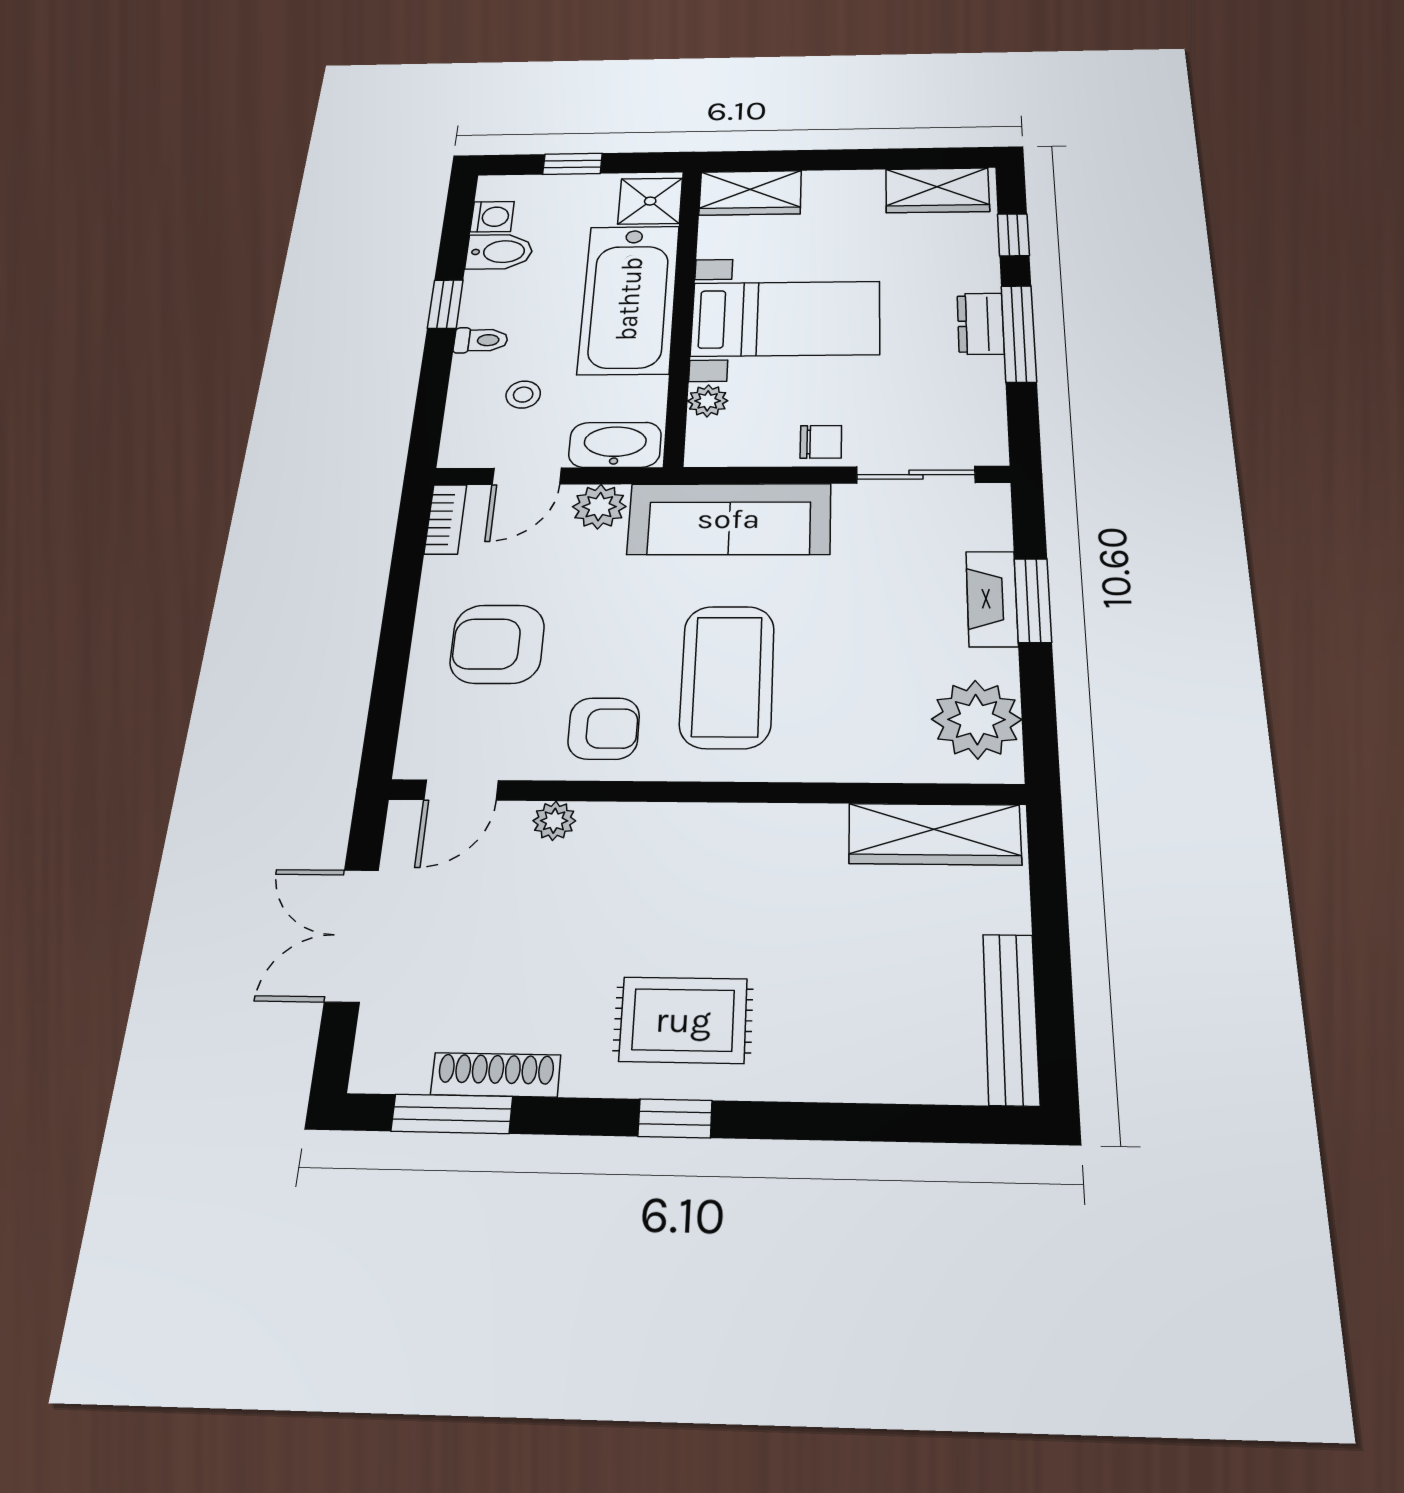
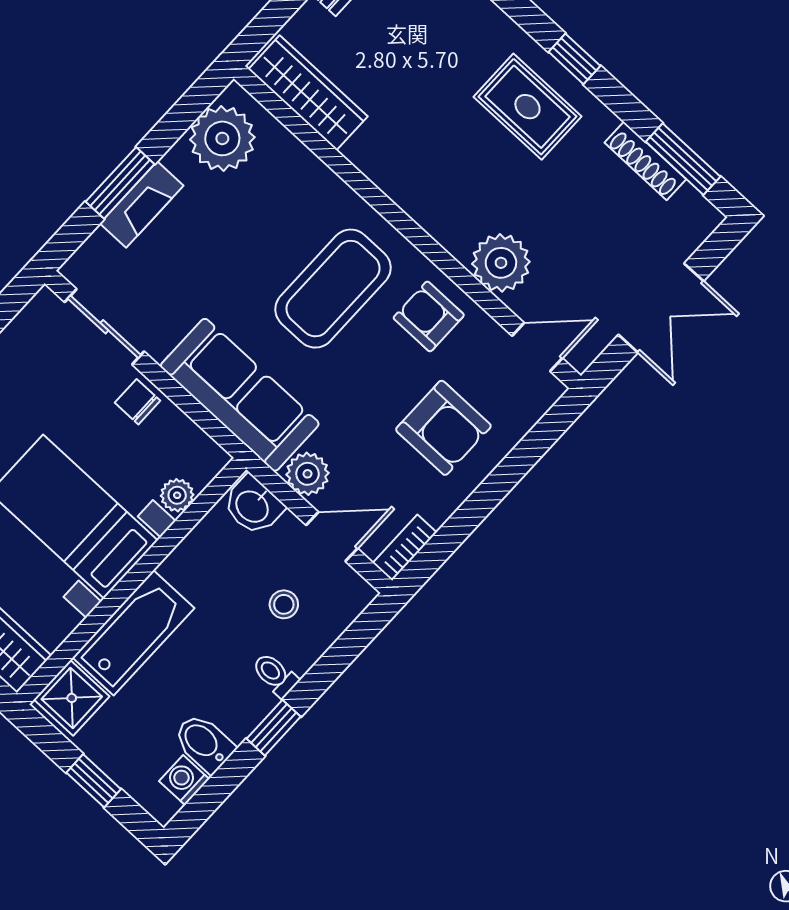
bathtub: (629, 299) -> (133, 633), width x0.73, depth x0.73
washbasin: (615, 445) -> (253, 506), width x0.72
plant: (554, 821) -> (501, 263), width x1.87, depth x1.87

